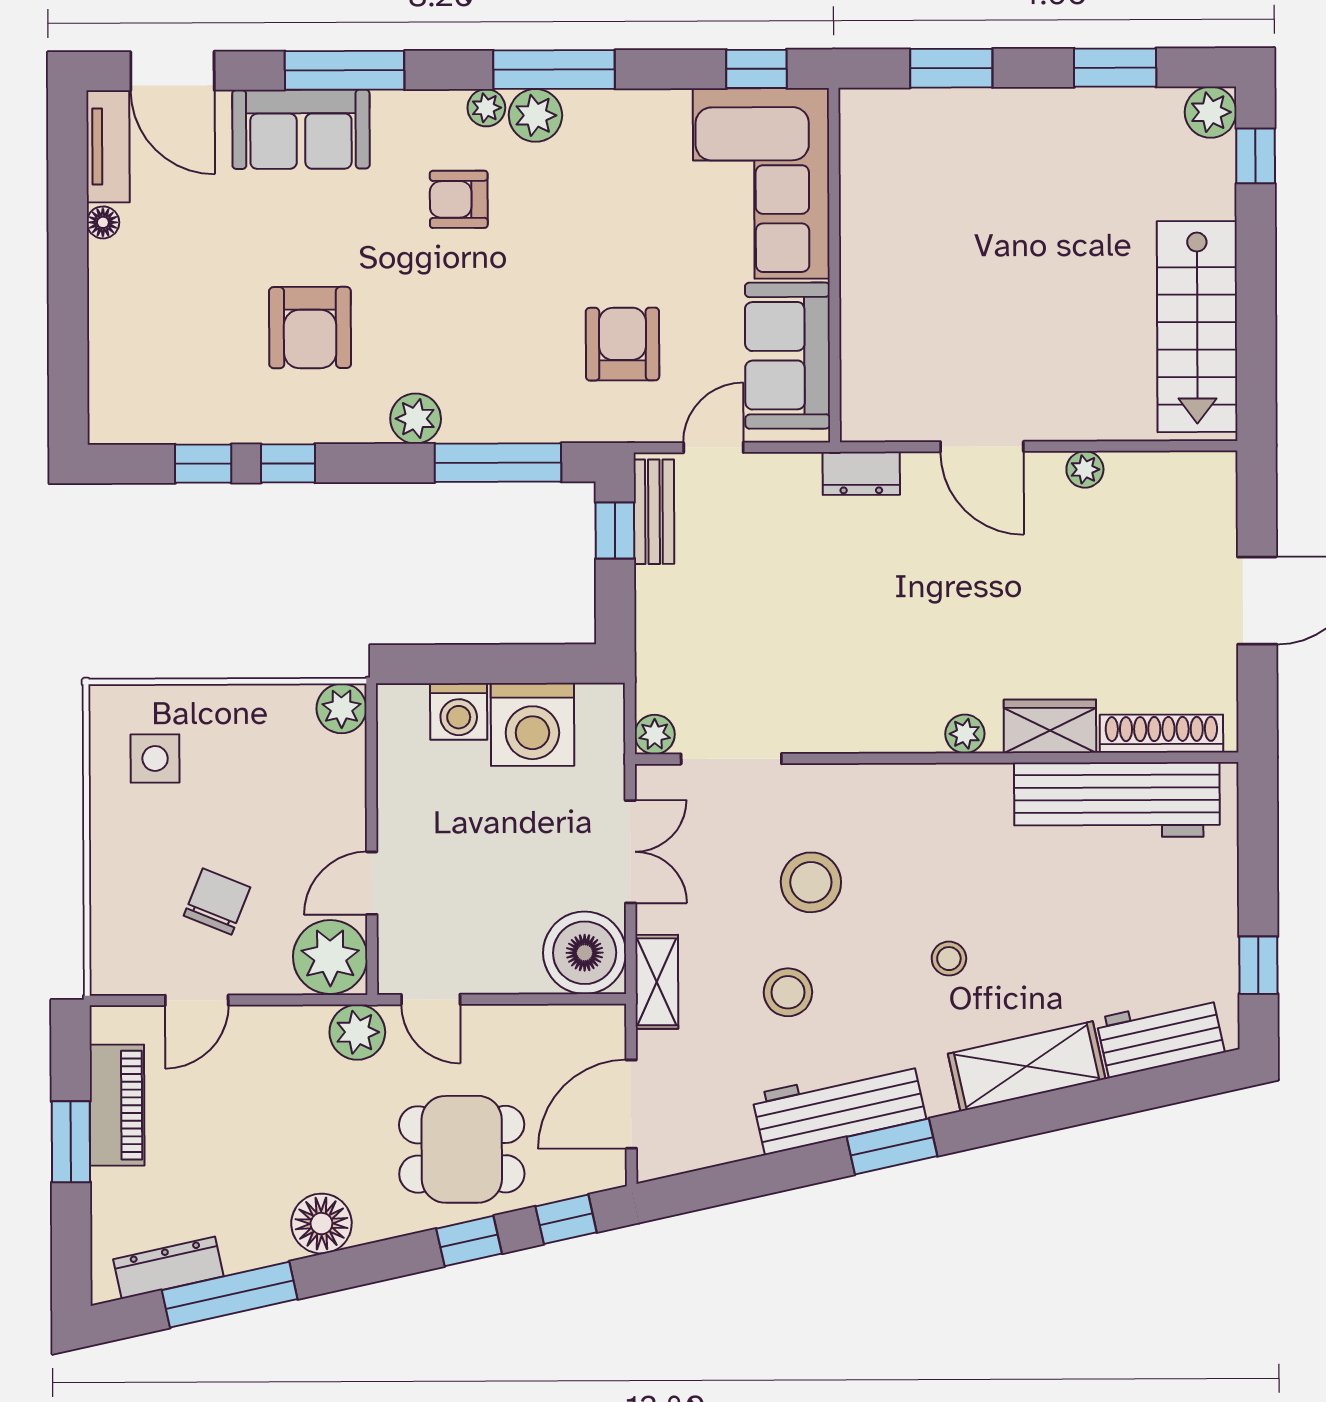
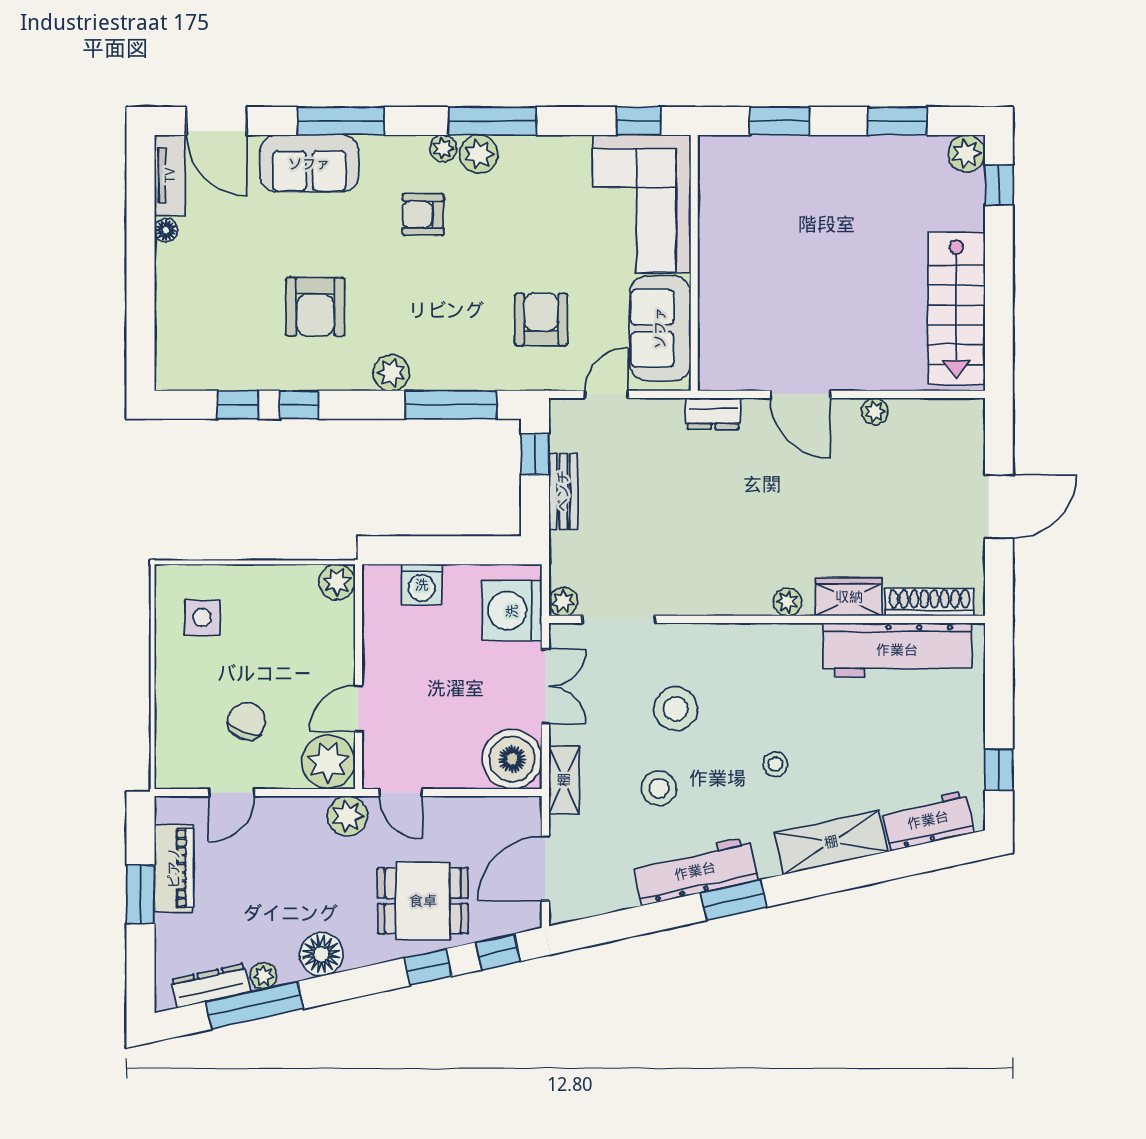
bench: (654, 512) -> (563, 491), moved
washing machine: (532, 724) -> (512, 611), moved, turned 90
plant: (241, 1254) -> (263, 976), added

